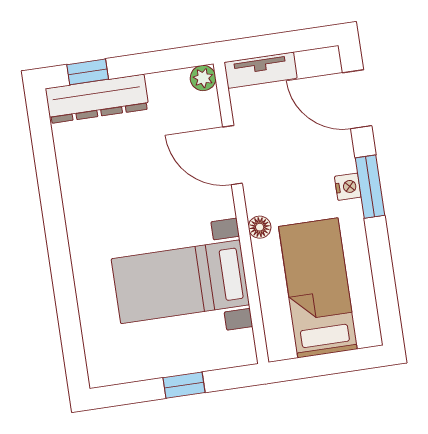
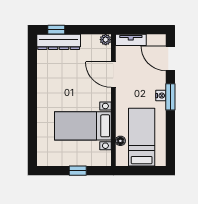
floor lamp: (260, 227) -> (120, 141), moved

